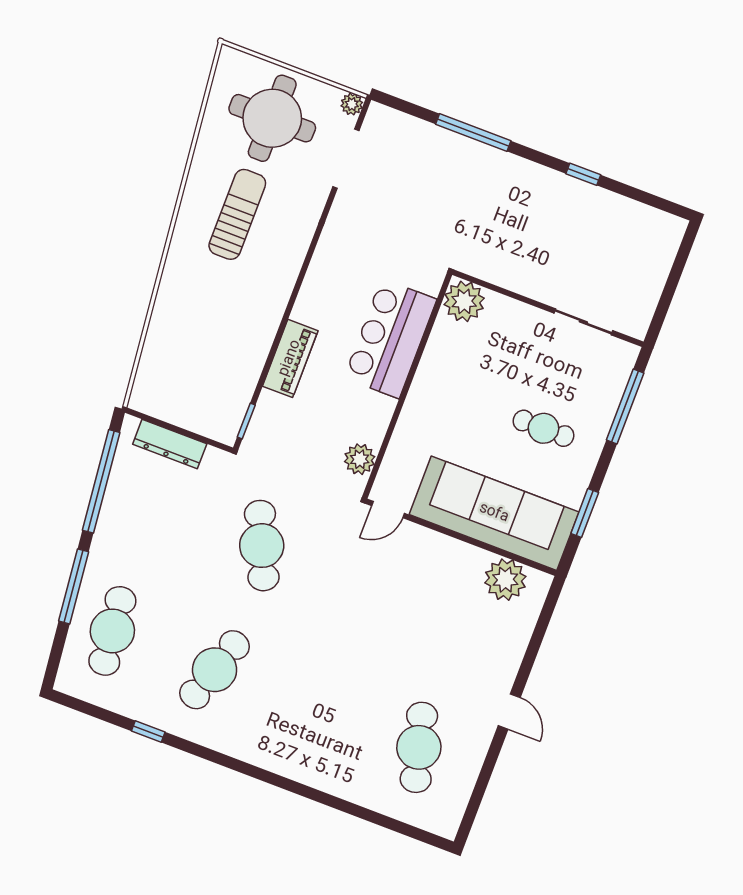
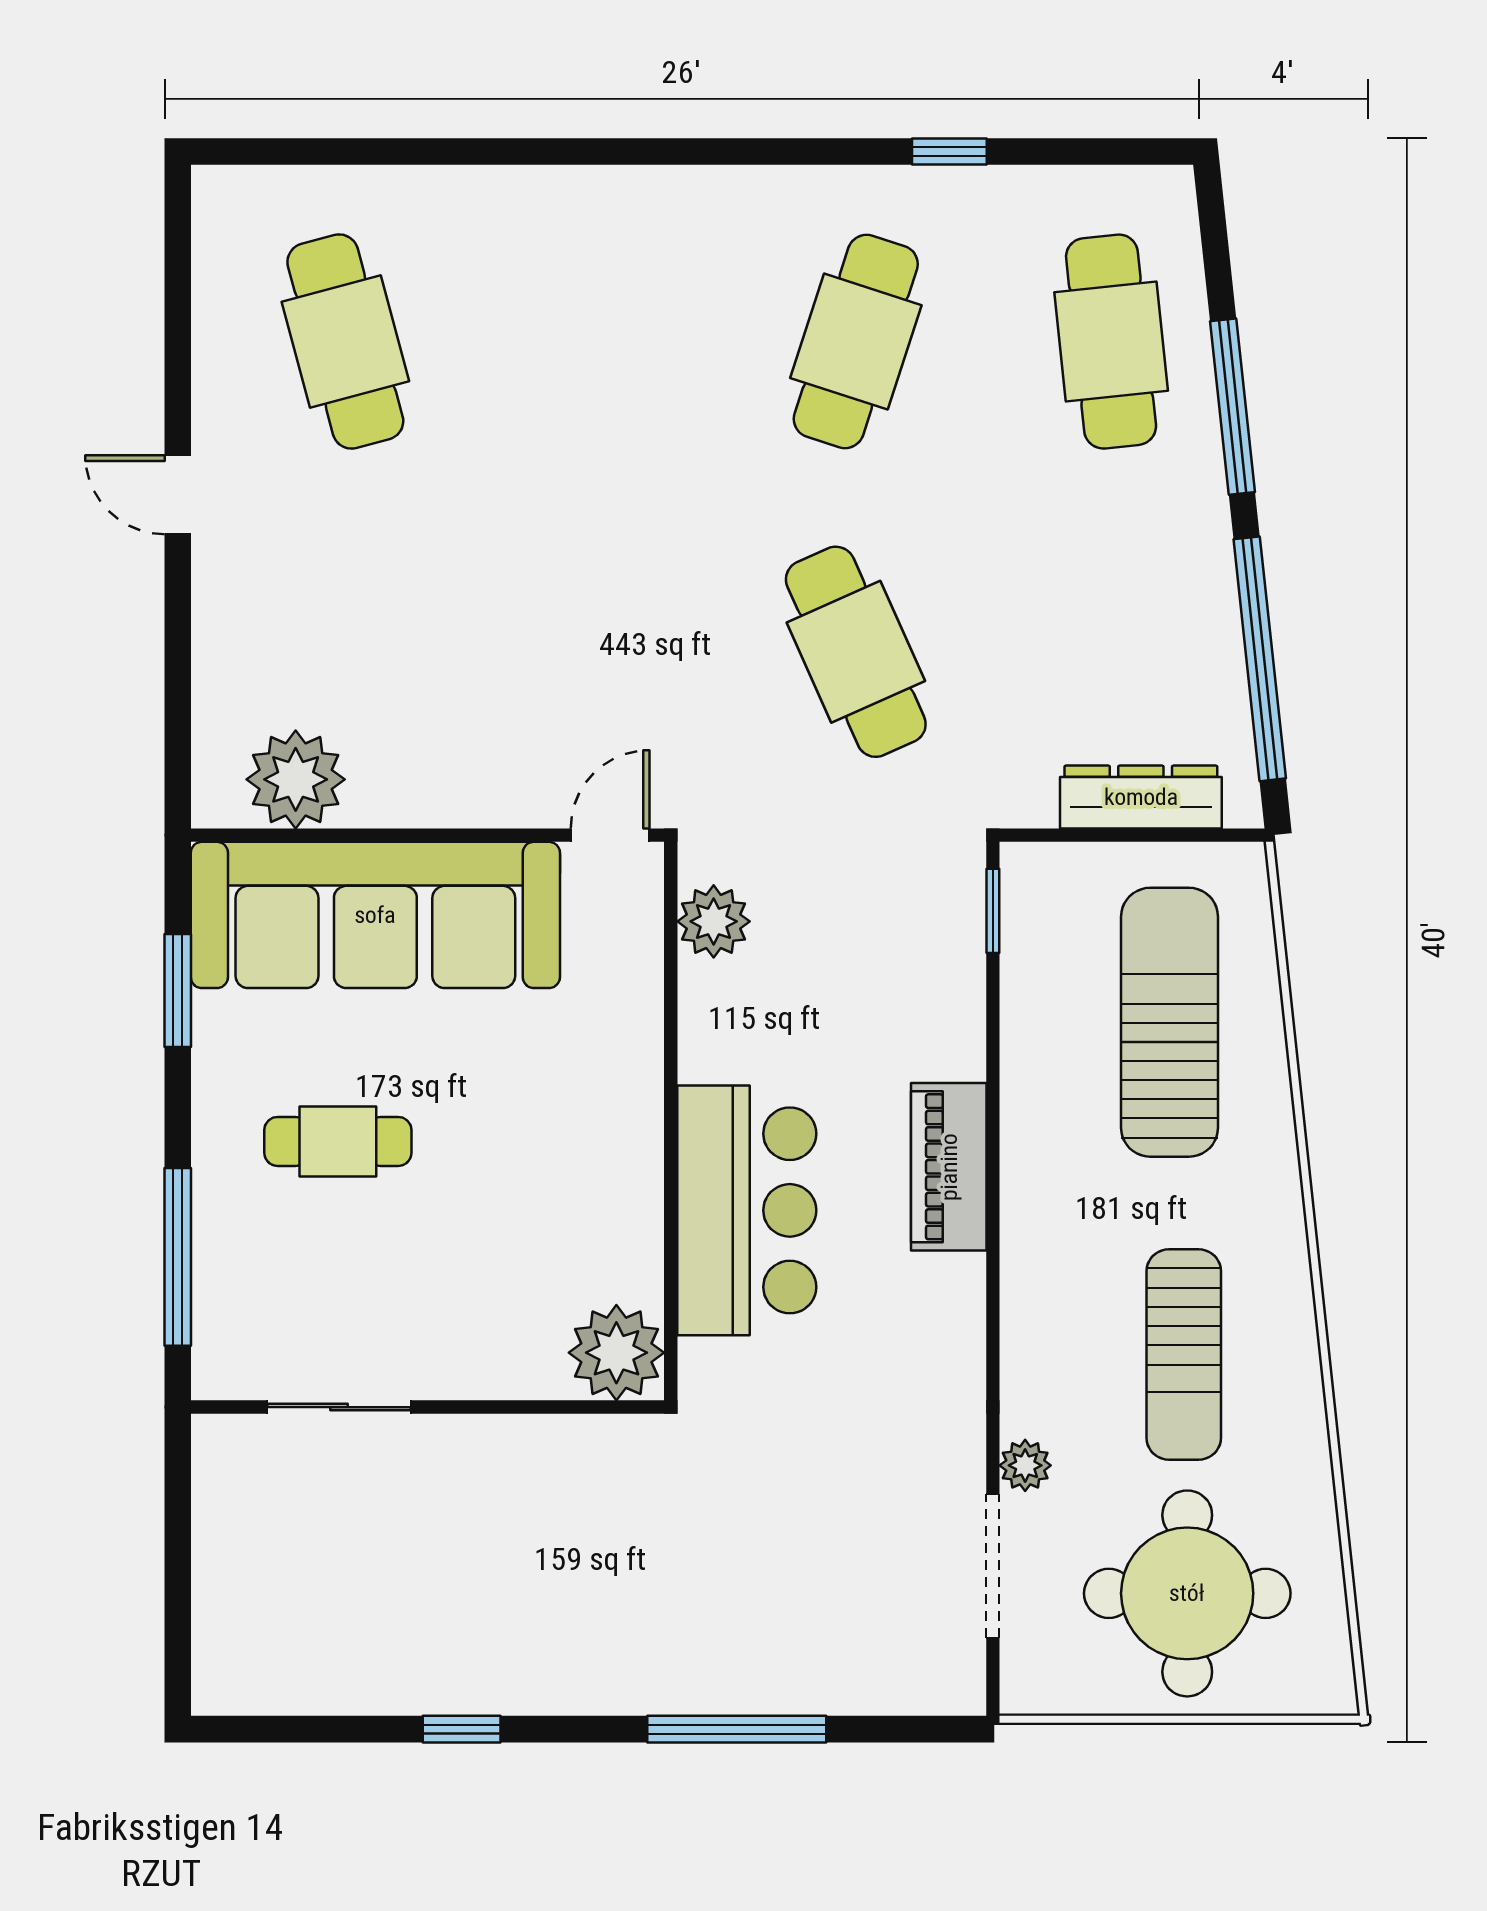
plant: (352, 104) -> (1025, 1465), moved
sun lounger: (192, 350) -> (1170, 1022), added
piano: (290, 358) -> (949, 1167), moved

